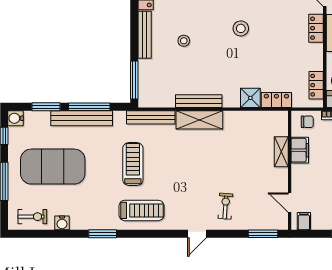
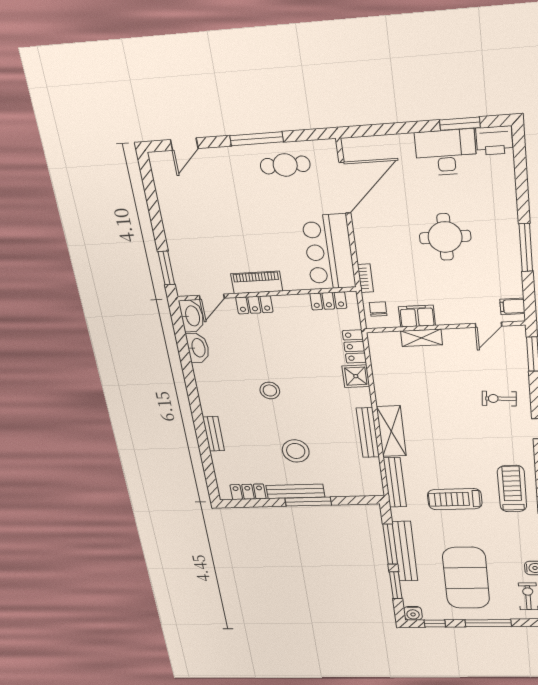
stool: (184, 41) -> (296, 451), width x1.89, depth x1.89
window: (134, 80) -> (308, 502), moved

